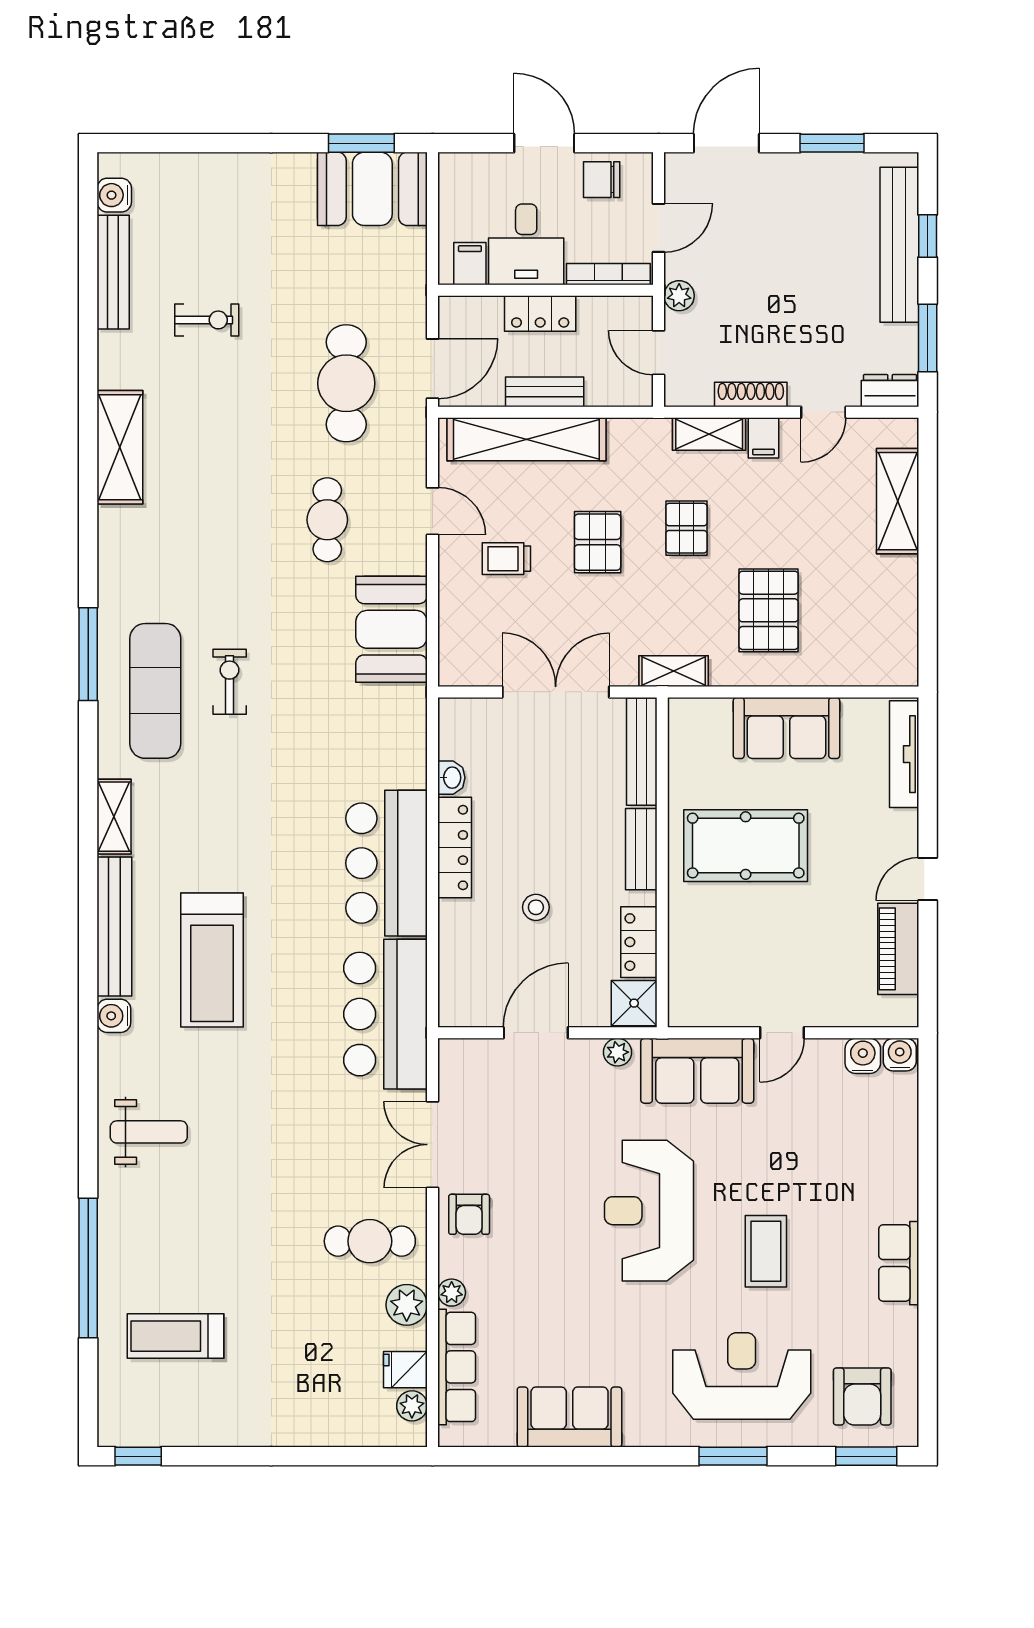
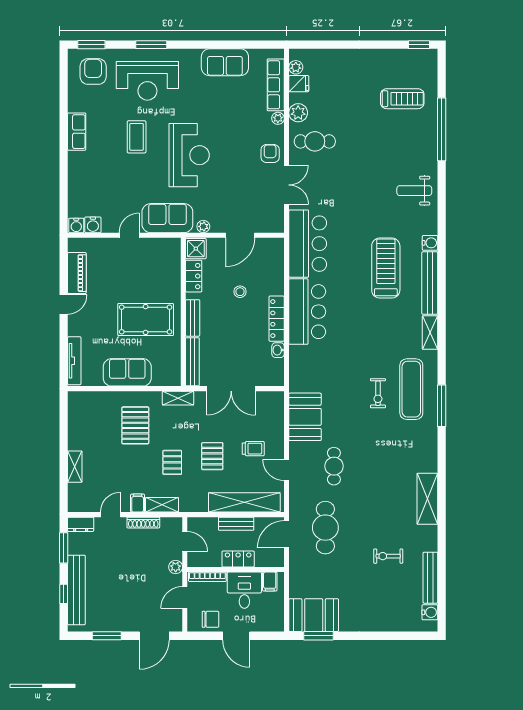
shelving: (898, 501) -> (75, 467), width x0.67, depth x0.75

